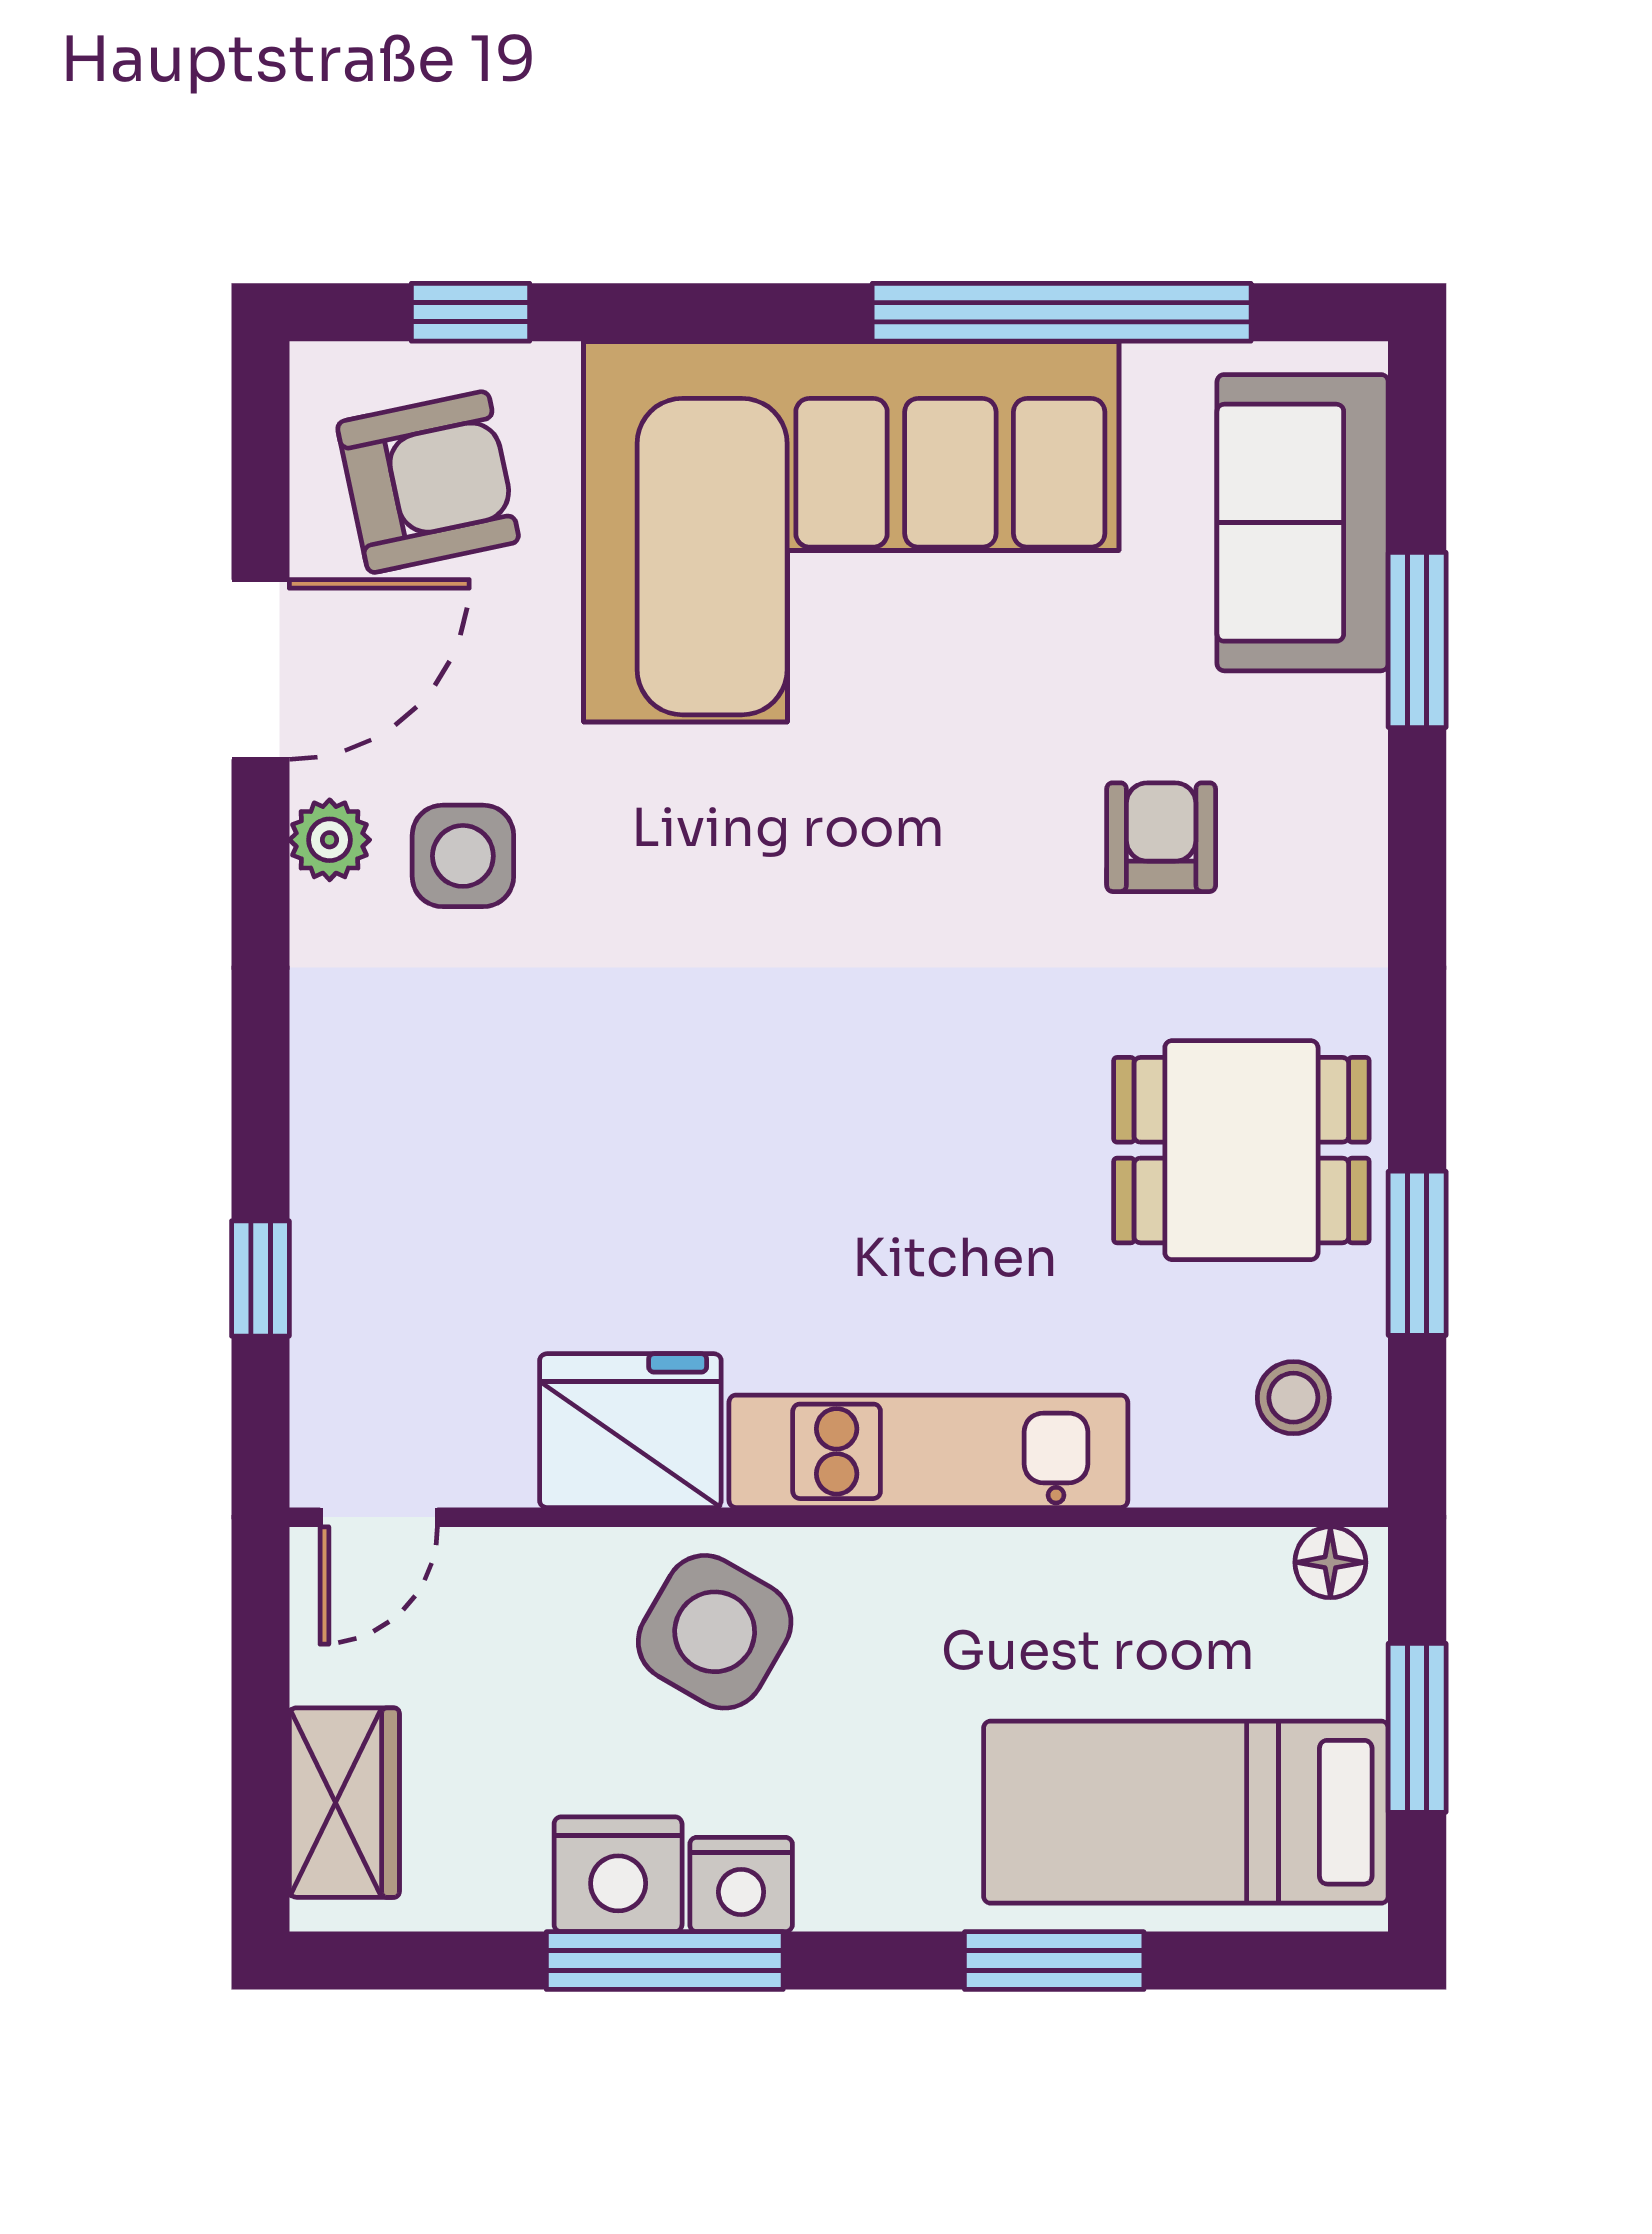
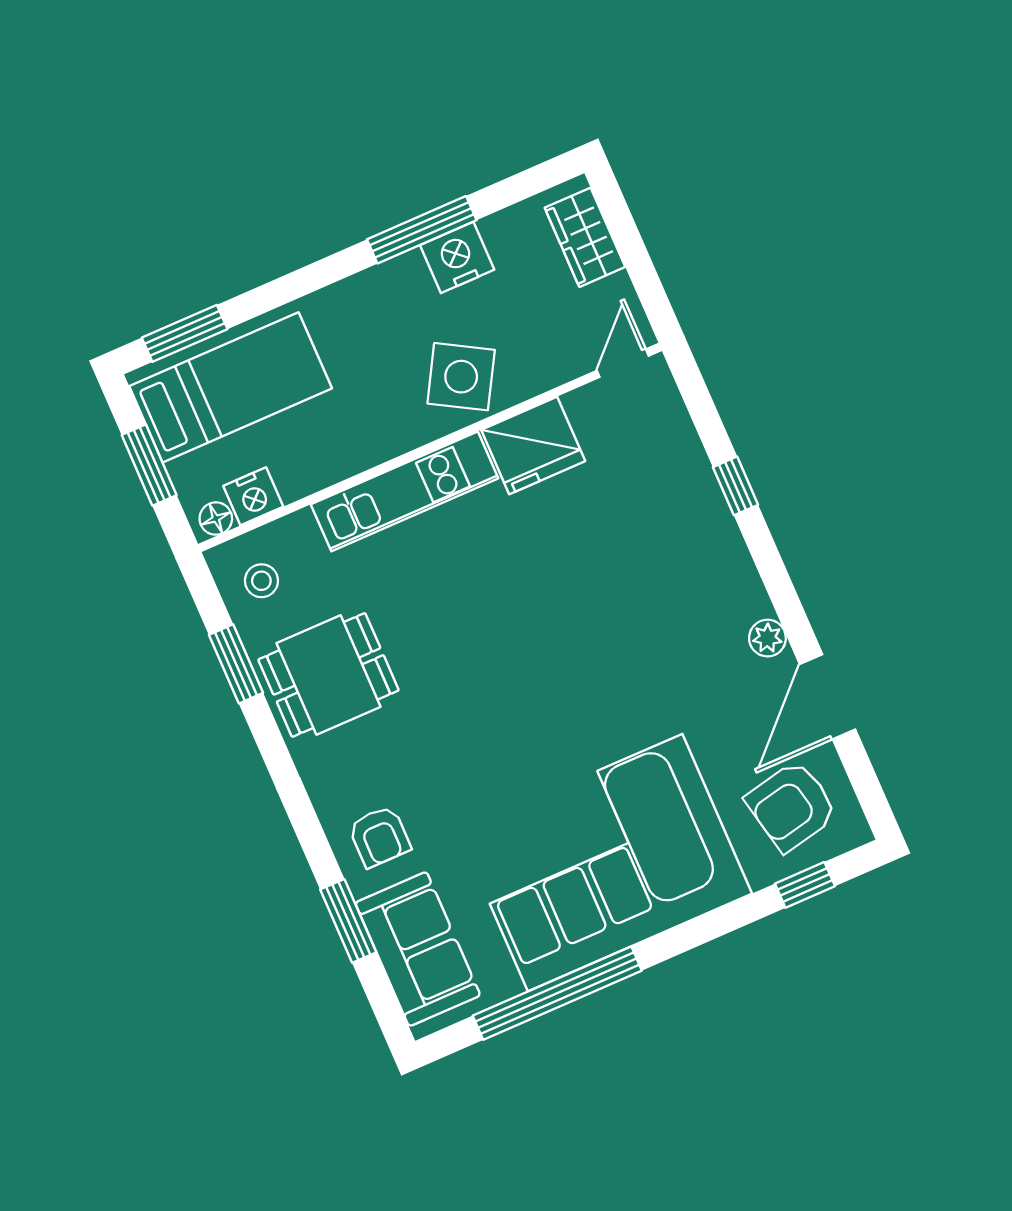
armchair: (1161, 837) -> (379, 837), moved
side table: (463, 856) -> (709, 656), removed
window: (260, 1279) -> (735, 486), moved
nightstand: (741, 1884) -> (253, 496), moved, turned 180
window: (1054, 1961) -> (185, 333), moved

